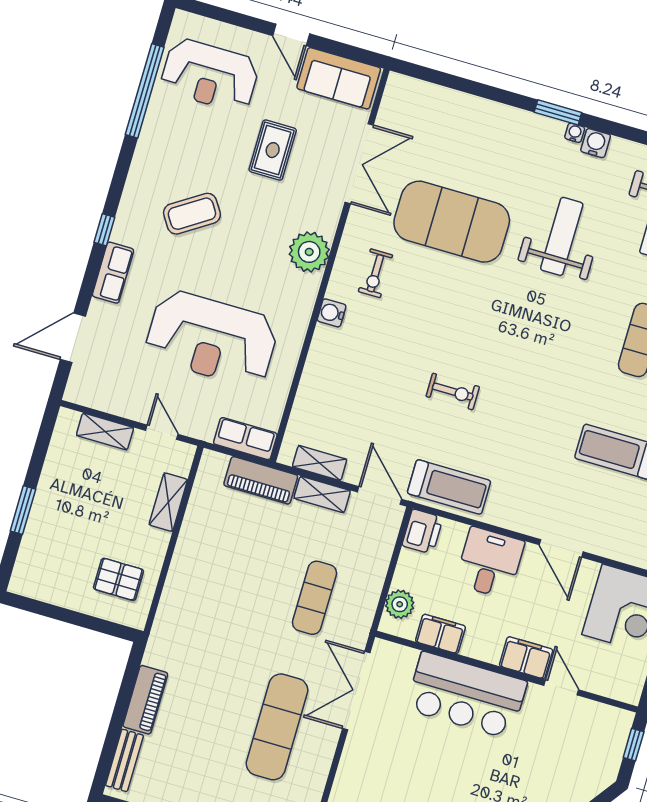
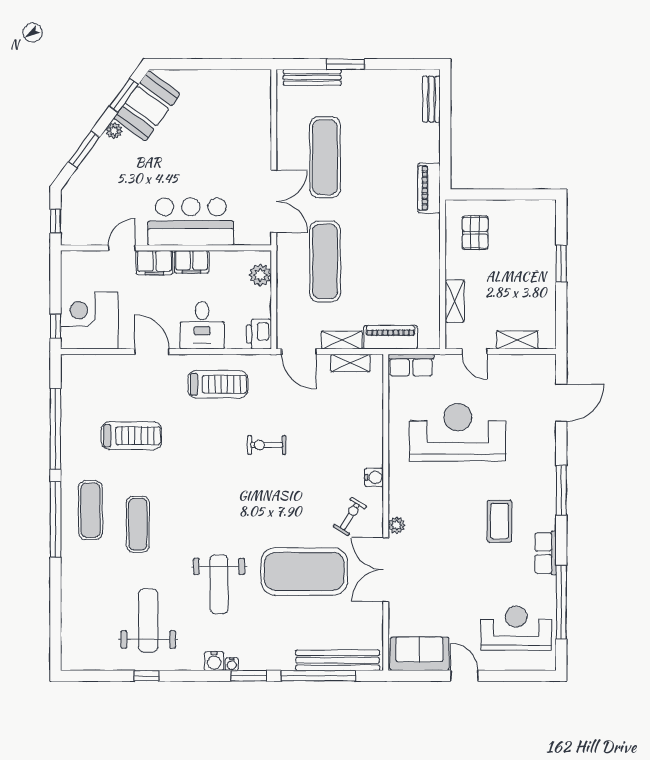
window: (472, 87) -> (318, 676), added
bench: (442, 100) -> (338, 660), added
rug: (273, 150) -> (453, 586), removed
double door: (359, 164) -> (386, 570), moved
coffee table: (192, 214) -> (500, 521), turned -57
window: (104, 230) -> (561, 490), width x2.17
plant: (309, 252) -> (397, 525), width x0.53, depth x0.53
row of seats: (113, 273) -> (546, 553), moved
exercise bike: (375, 273) -> (350, 516), turned 32
treadmill: (449, 487) -> (218, 384), moved, turned 180
pallet: (119, 579) -> (475, 233), turned 90
exercise mat: (314, 598) -> (325, 261), width x1.36, depth x1.45
filing cabinet: (440, 634) -> (192, 262), moved
door: (561, 688) -> (122, 248), swing flipped
piano: (145, 700) -> (429, 188), moved

